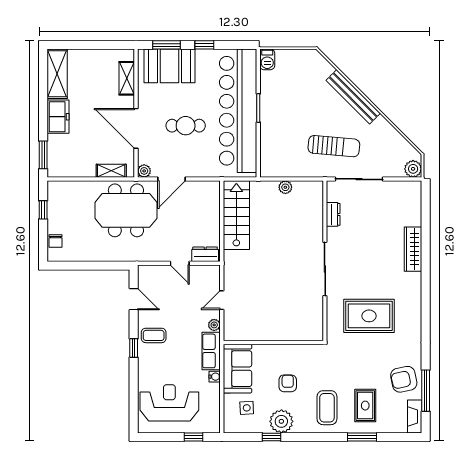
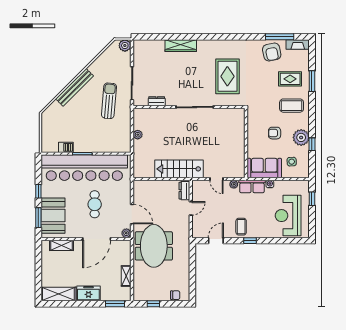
barbecue: (267, 59) -> (66, 147), moved
shelving: (111, 171) -> (126, 276), moved
stairs: (236, 215) -> (179, 169), moved

